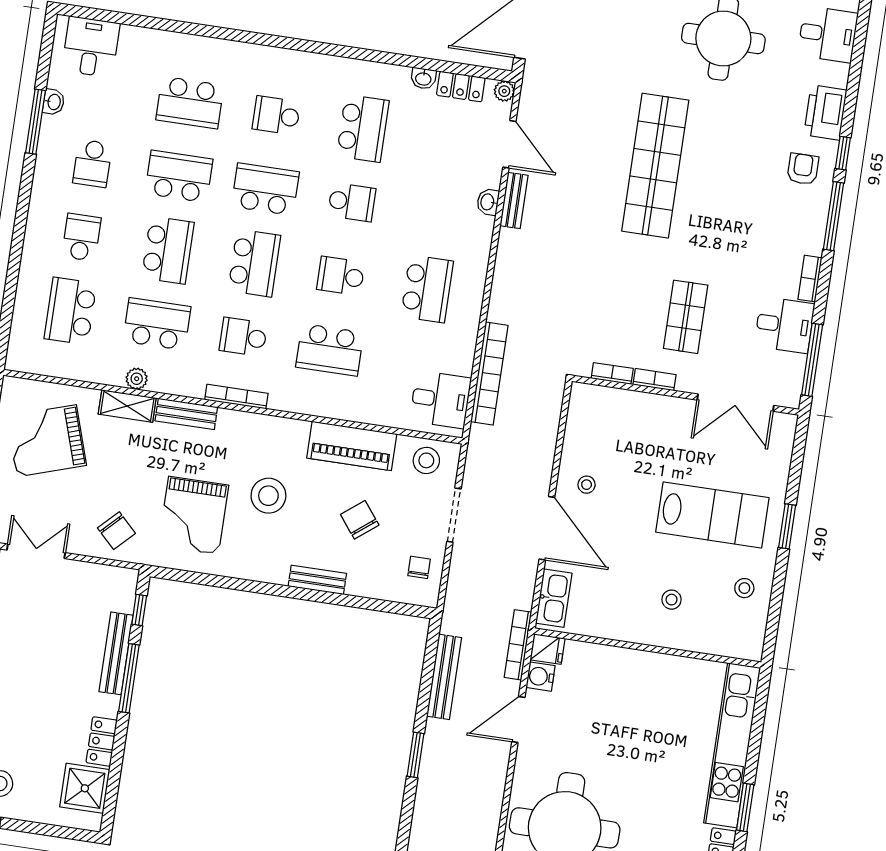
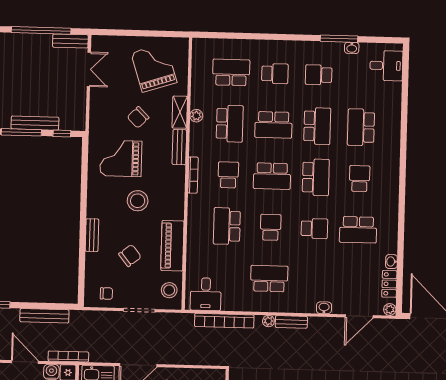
bench: (514, 201) -> (291, 322), moved
school desk: (352, 202) -> (314, 229), turned -90
school desk: (427, 289) -> (269, 279), turned 180
plant: (499, 299) -> (268, 321), added
chair: (116, 531) -> (138, 117), moved

